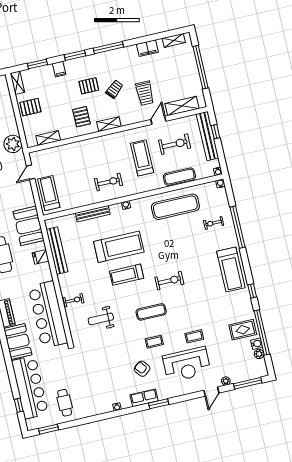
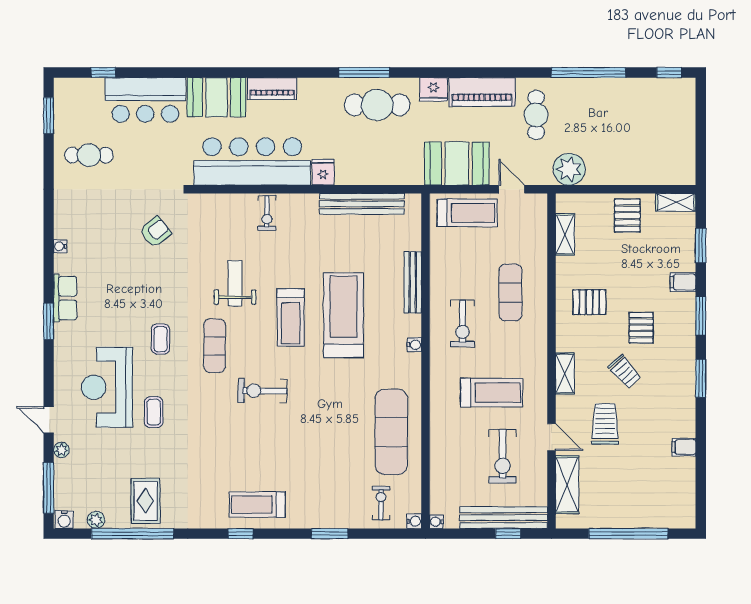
shelving: (174, 40) -> (687, 497), removed
window: (108, 48) -> (701, 378), width x0.69
filing cabinet: (147, 48) -> (684, 447), width x0.50
trolley: (145, 93) -> (605, 424), turned 90
shelving: (109, 124) -> (565, 373), moved
exercise mat: (179, 177) -> (510, 292), moved
exercise bike: (214, 223) -> (381, 503), moved
booth: (29, 226) -> (457, 164), moved
window: (238, 227) -> (330, 534), width x0.47
treadmill: (119, 247) -> (343, 315), turned 180
fridge: (41, 257) -> (323, 172), moved
treadmill: (231, 269) -> (257, 504), width x0.73, depth x0.73
treadmill: (127, 275) -> (291, 317), turned 180
exercise bike: (169, 281) -> (262, 391), turned 91
window: (252, 291) -> (241, 534), moved
weight bench: (101, 319) -> (235, 283), moved
water cooler: (257, 344) -> (64, 520), moved
armchair: (142, 369) -> (155, 232), moved
bar counter: (30, 387) -> (145, 100), width x0.73

